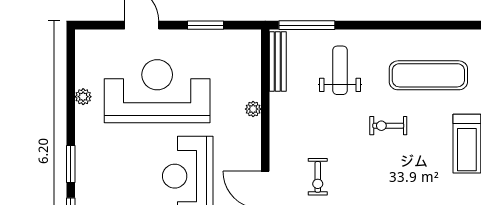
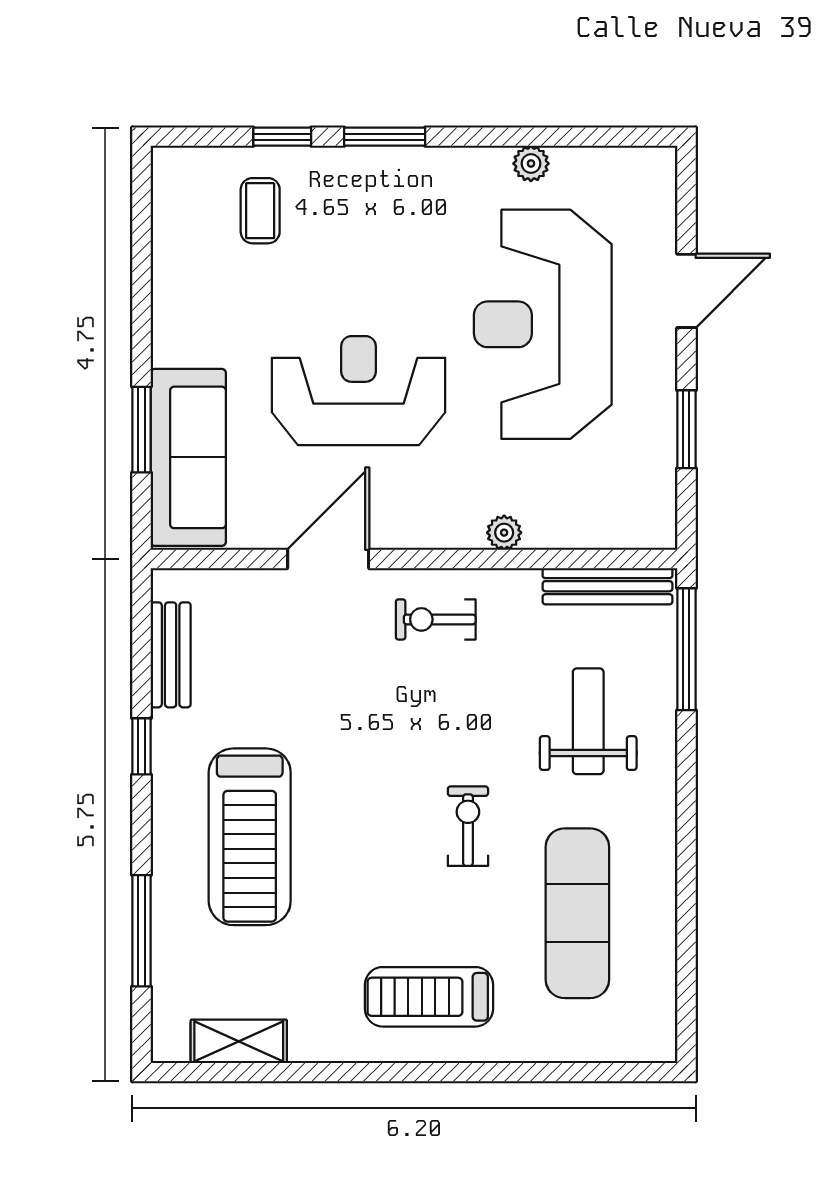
weight bench: (340, 70) -> (588, 721), turned -90
reception desk: (157, 91) -> (543, 324), turned 180
exercise bike: (318, 177) -> (436, 619), moved

